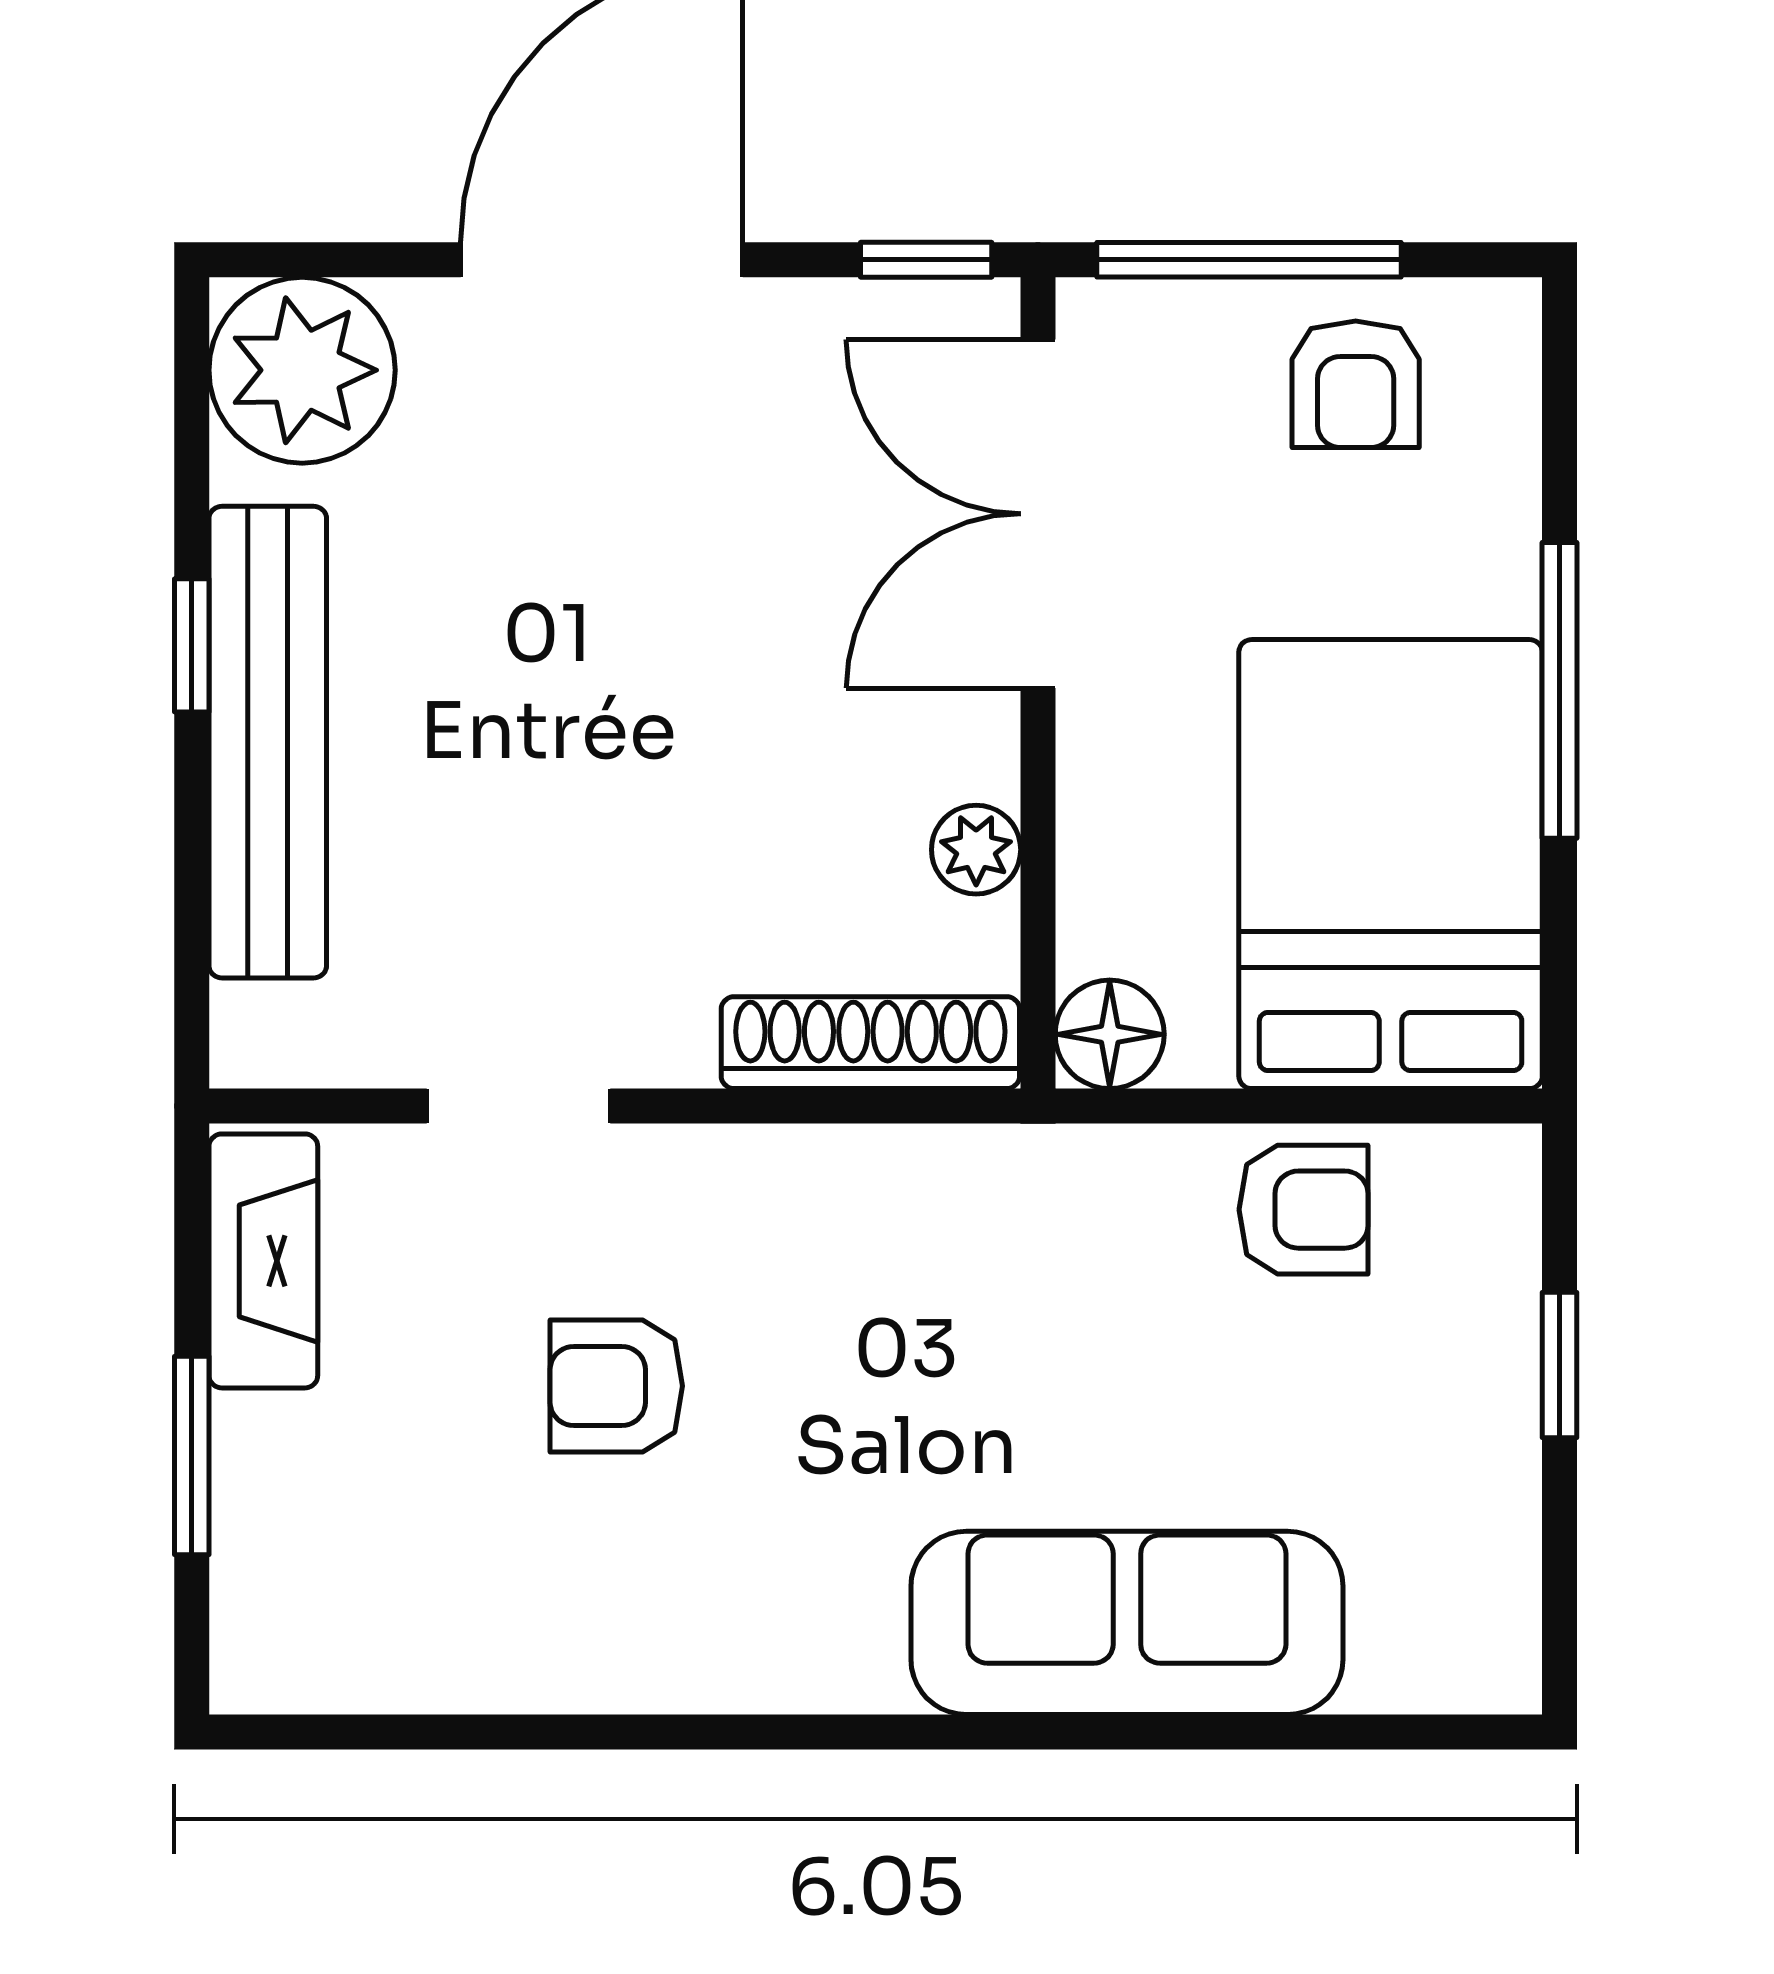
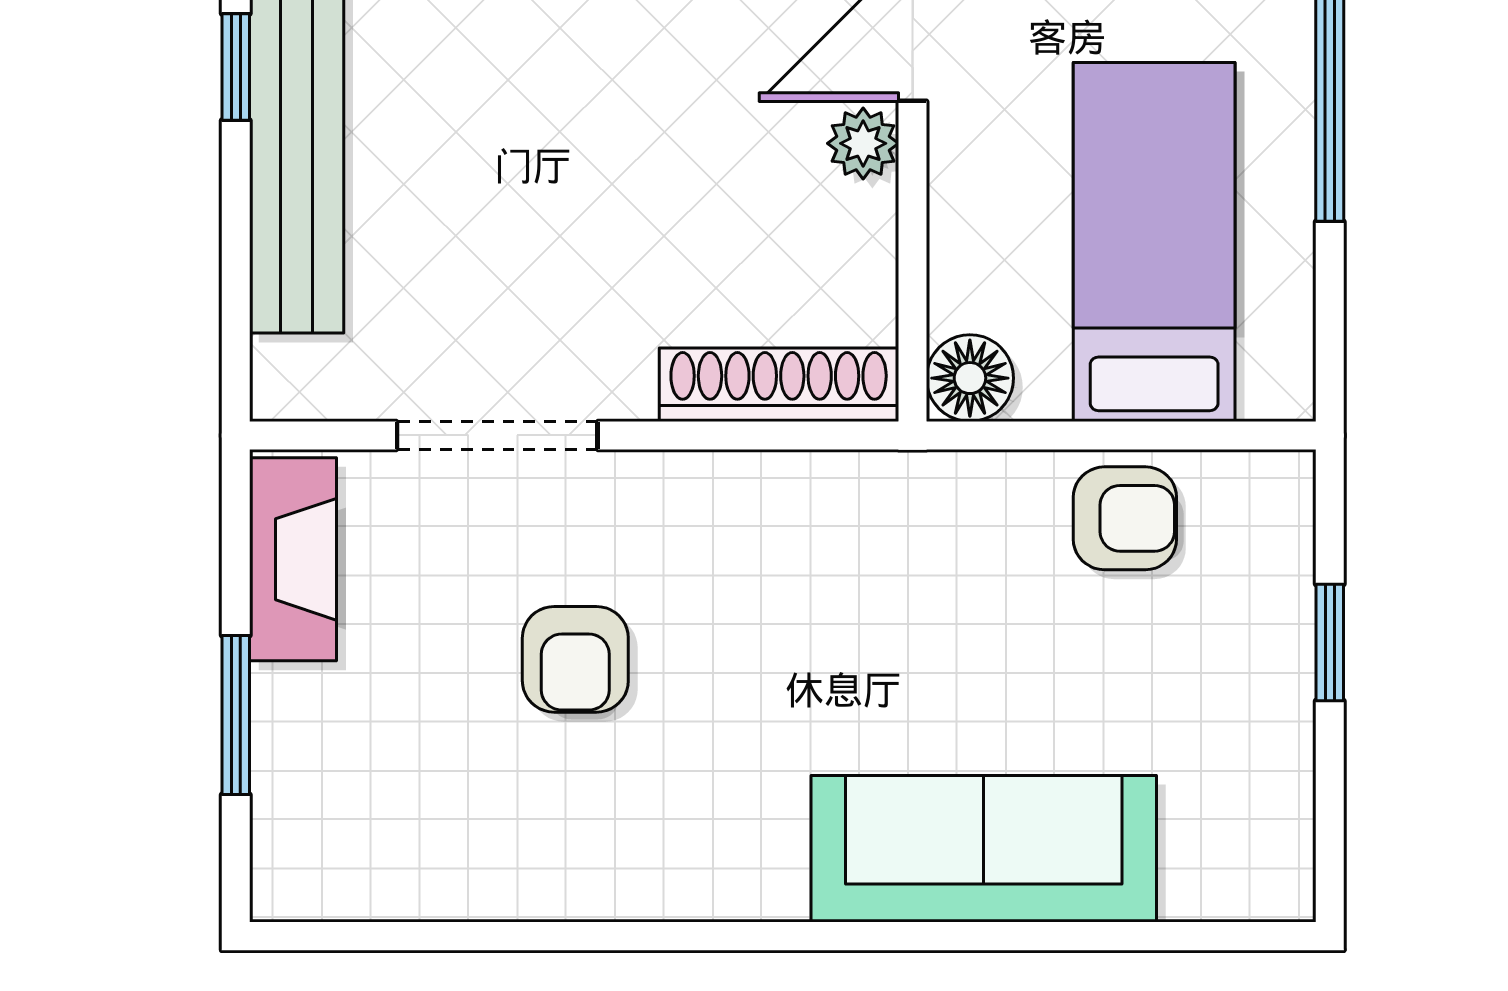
plant: (976, 850) -> (863, 143), moved
bed: (1391, 864) -> (1154, 242), width x0.67
doorway: (518, 1106) -> (497, 435), width x1.38
armchair: (616, 1386) -> (575, 659), turned -90

